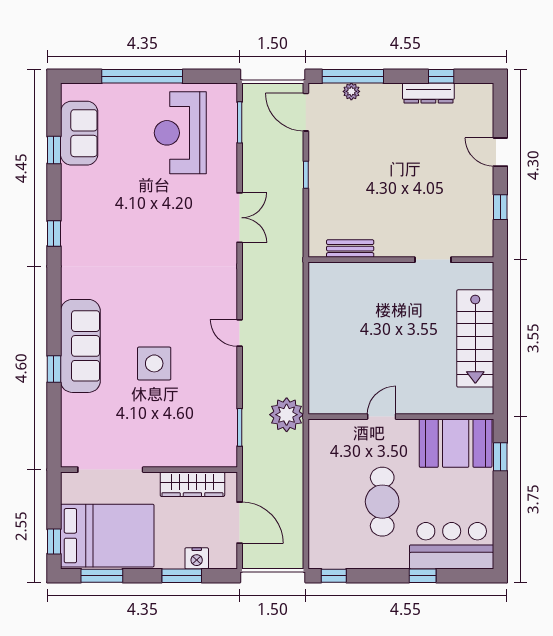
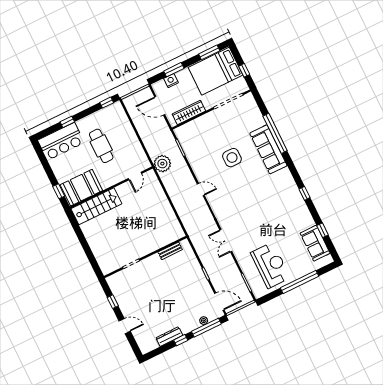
window: (441, 76) -> (181, 340), moved
stairs: (475, 338) -> (96, 206), moved, turned 90
window: (54, 369) -> (275, 133), width x3.17
door: (382, 417) -> (135, 176), moved
window: (54, 541) -> (244, 70), moved

